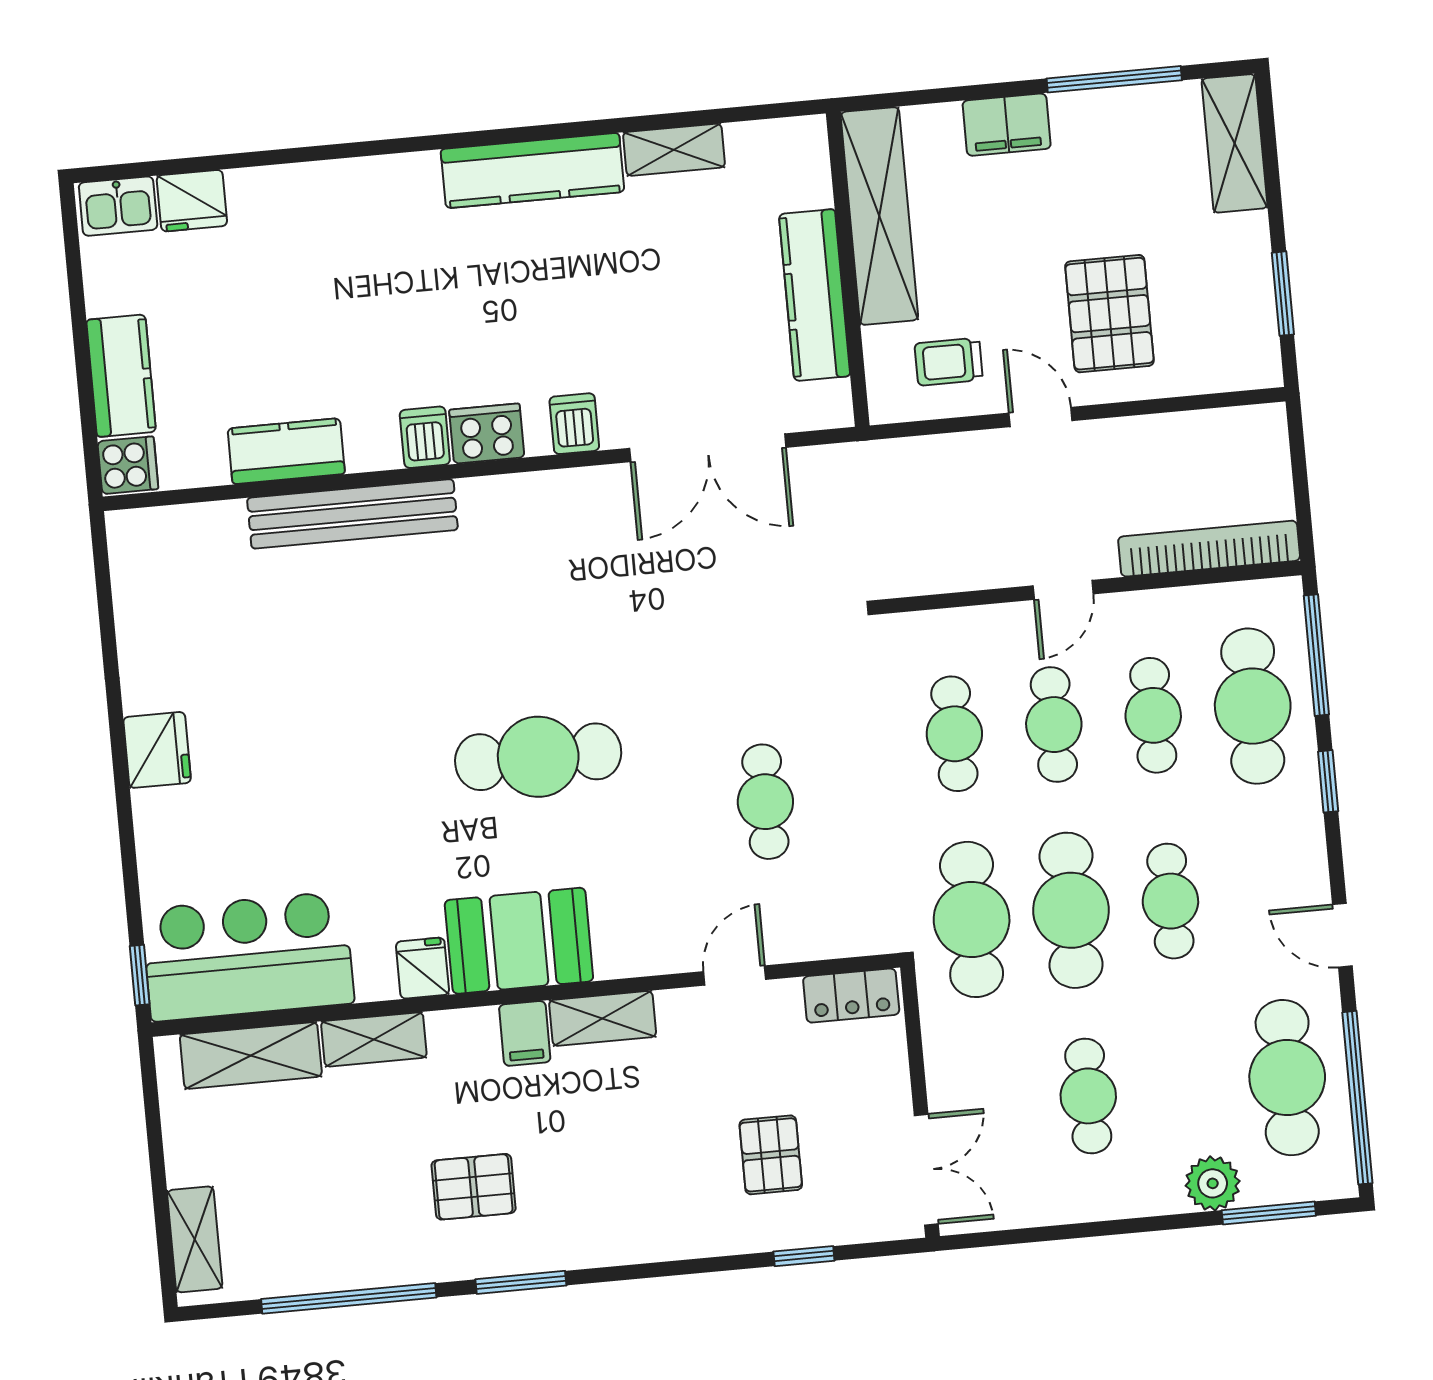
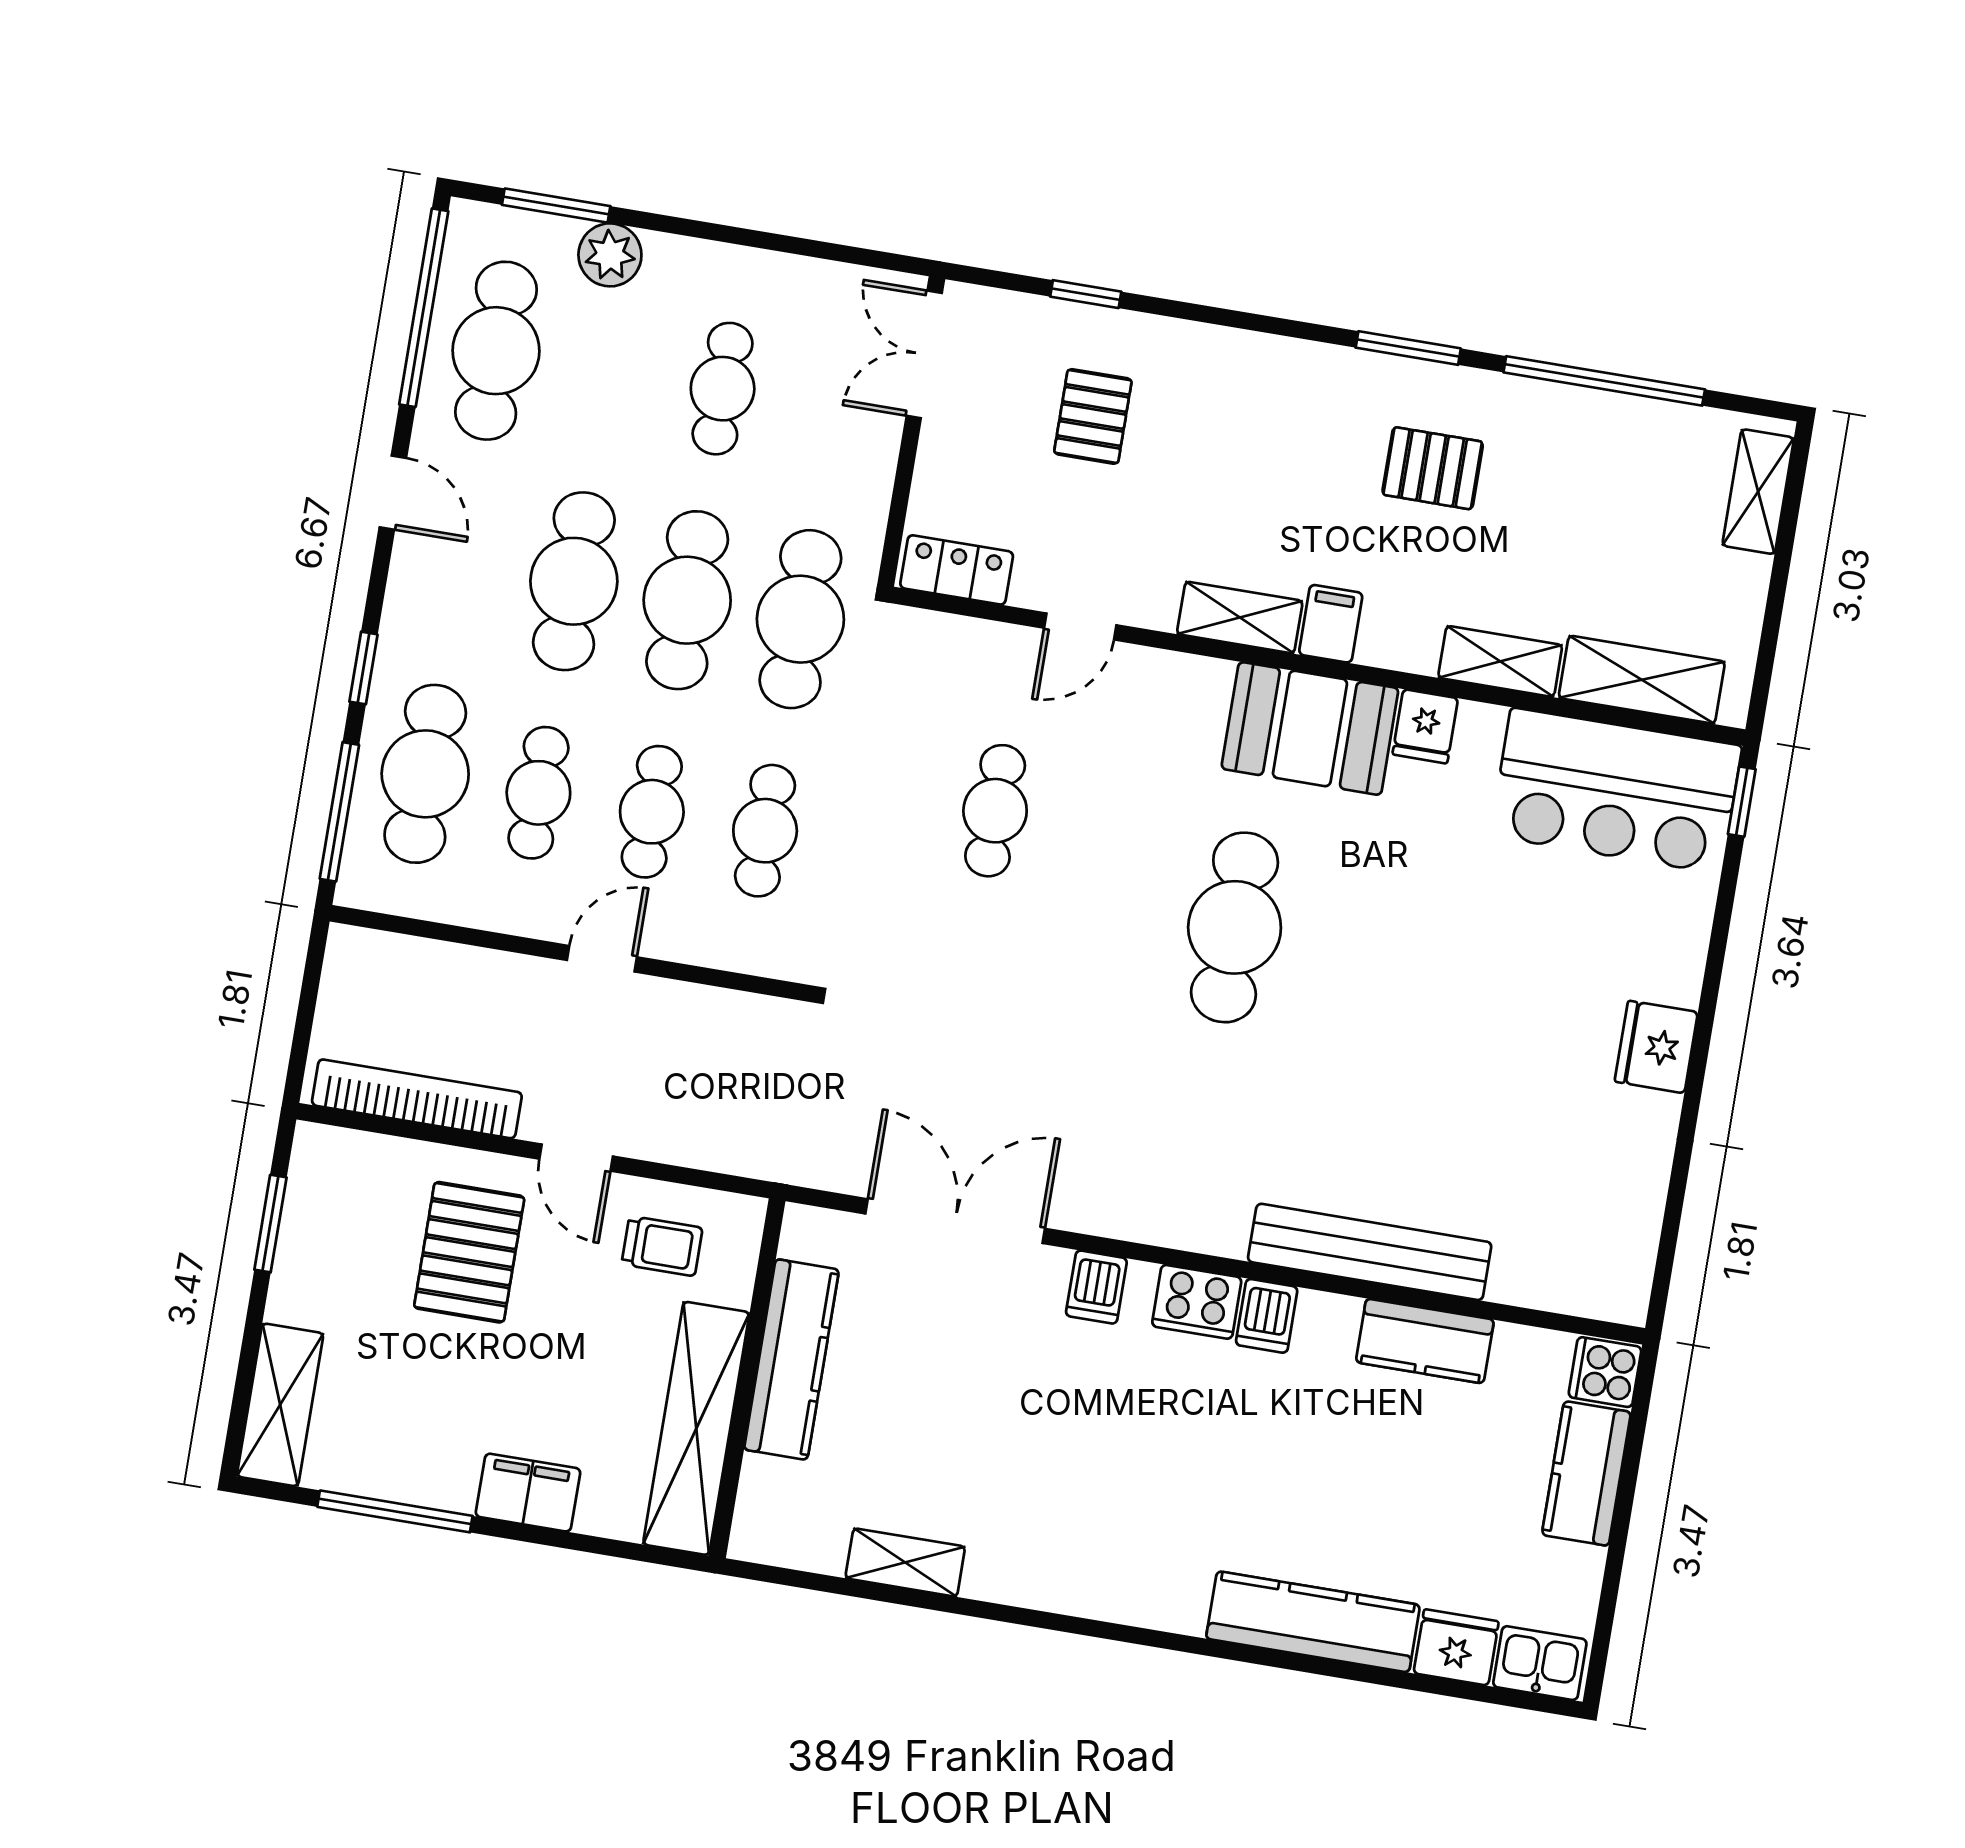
kitchen counter: (532, 171) -> (1313, 1622), moved
bookcase: (1209, 549) -> (417, 1099), moved, turned 180
cafe table: (538, 757) -> (1235, 927), turned 90
cafe table: (1170, 901) -> (574, 581), width x1.37, depth x1.35

